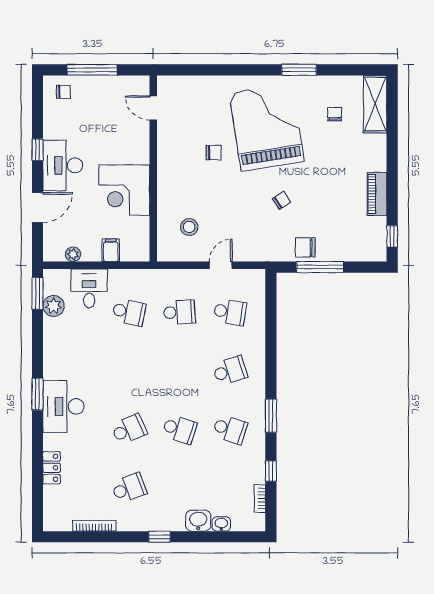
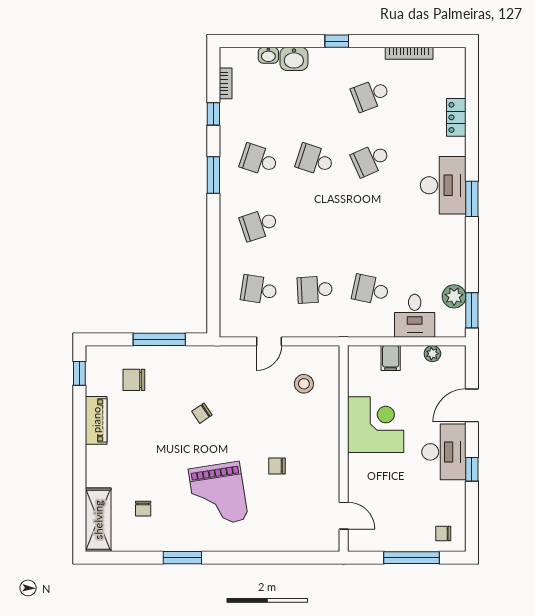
grand piano: (267, 127) -> (218, 494), width x0.73, depth x0.68
chair: (305, 247) -> (134, 380), moved, turned 180

